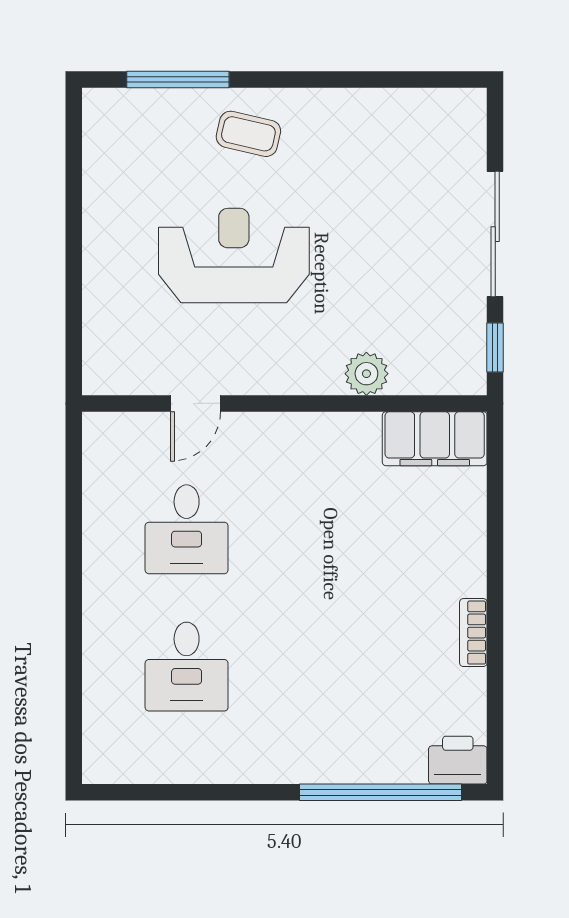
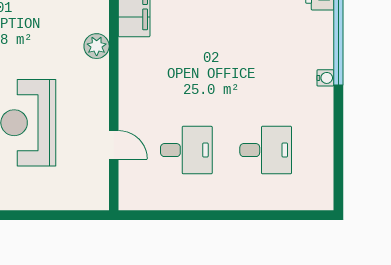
water cooler: (311, 770) -> (325, 78), added

